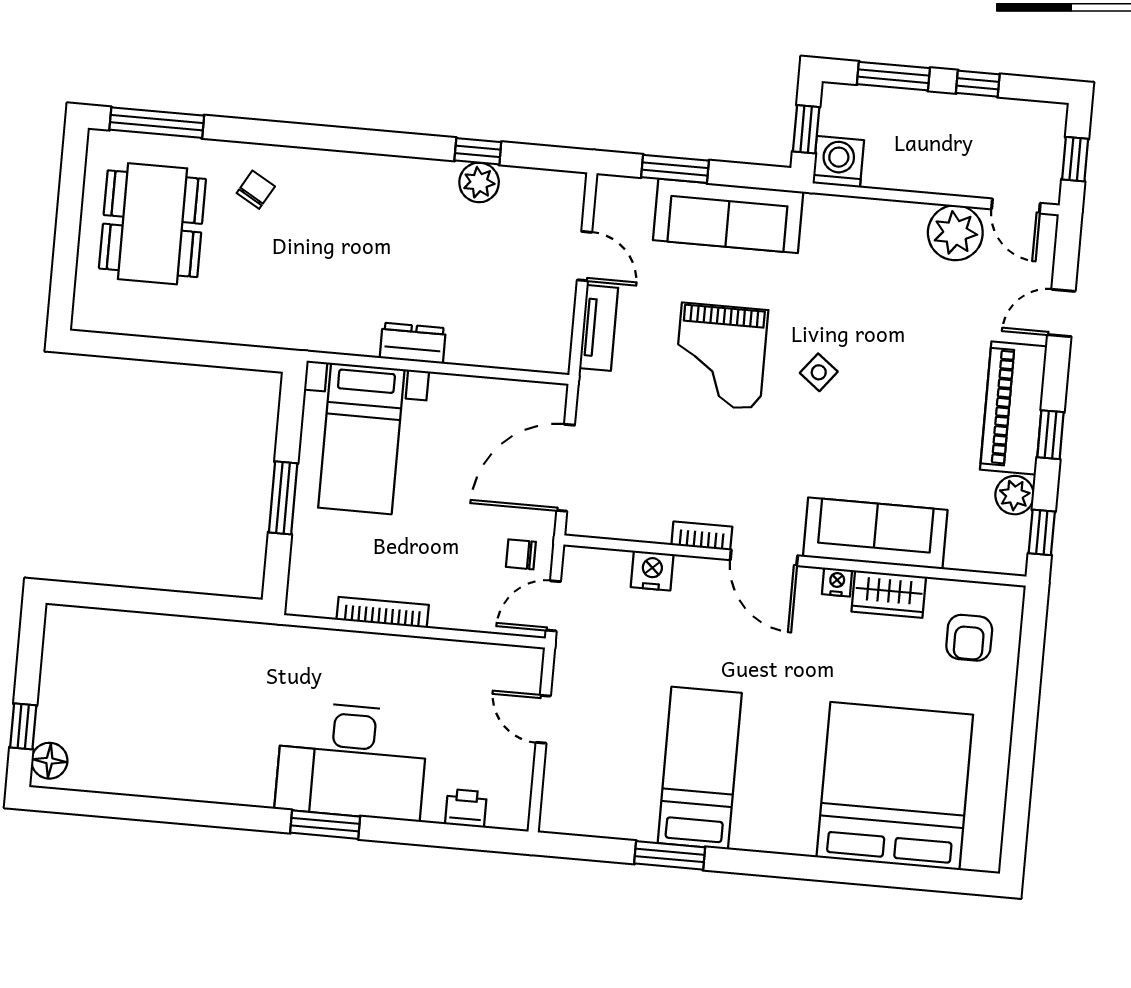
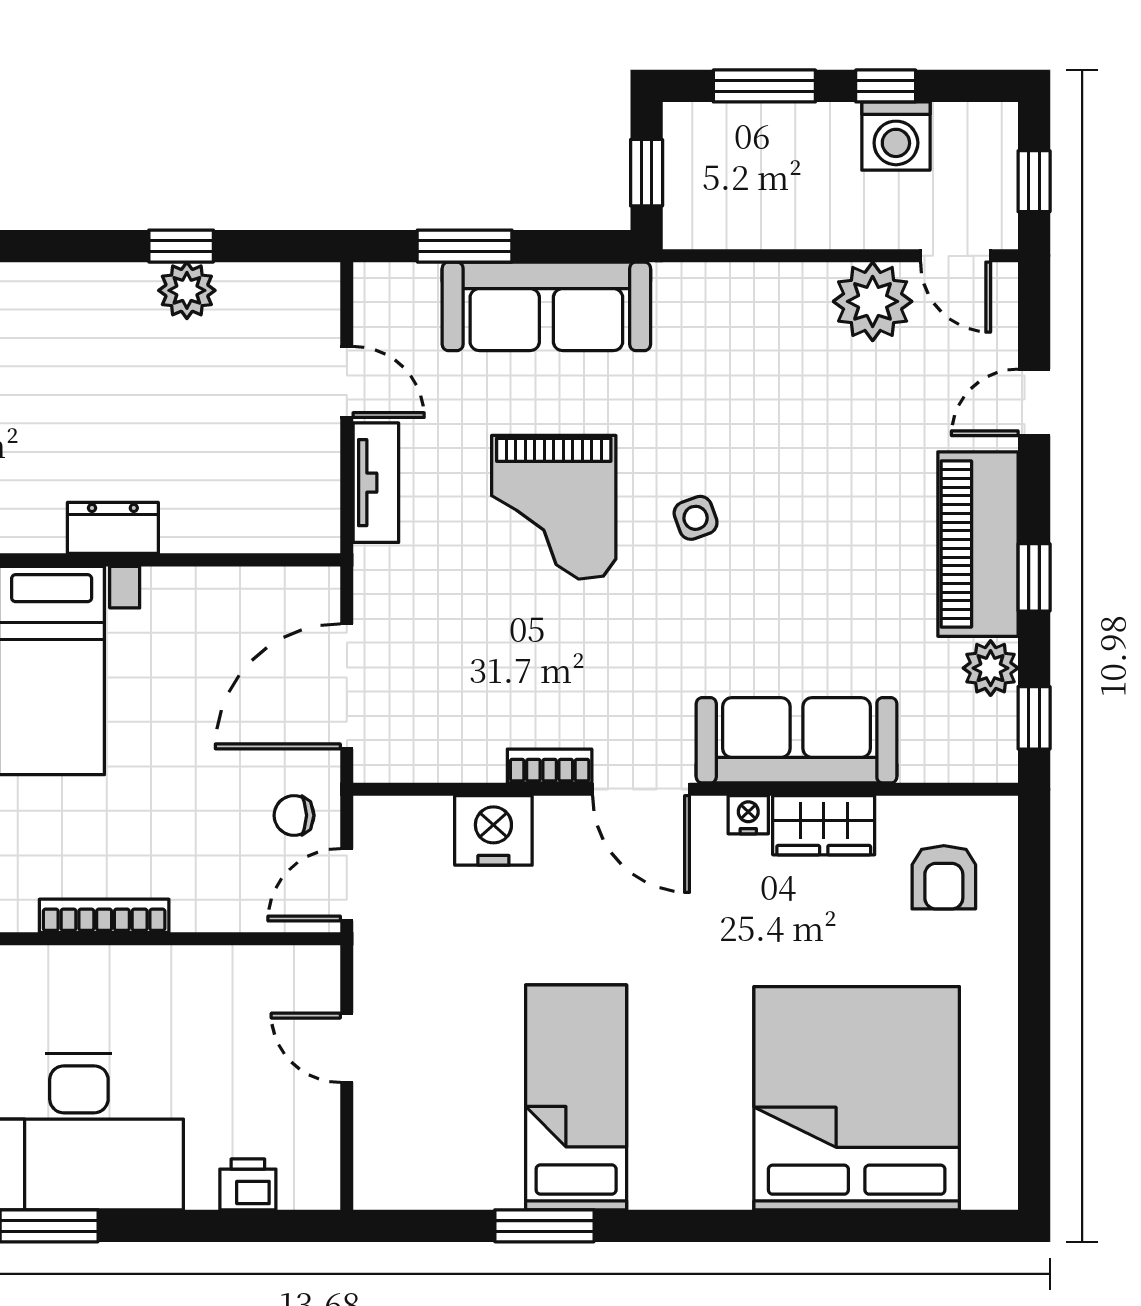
washing machine: (838, 162) -> (896, 136), moved, turned 180
side table: (819, 372) -> (696, 518), turned 32
nightstand: (652, 571) -> (493, 830), width x1.36, depth x1.33

